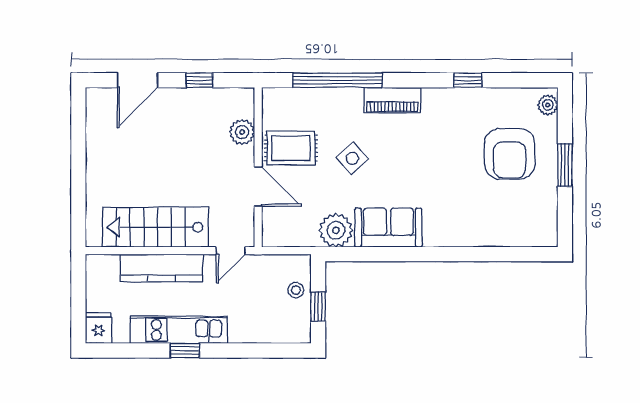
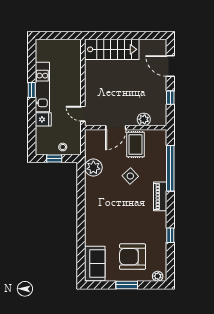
stairs: (156, 227) -> (112, 49), moved, turned 90
sofa: (388, 228) -> (95, 263), moved
kitchen counter: (162, 268) -> (74, 78), removed
fridge: (98, 328) -> (43, 119), moved

